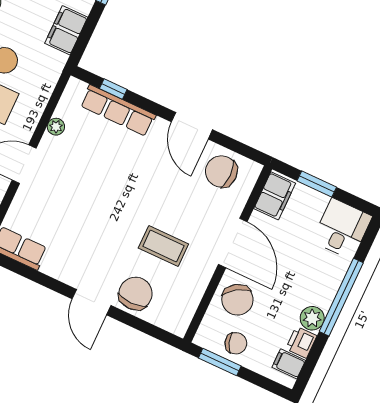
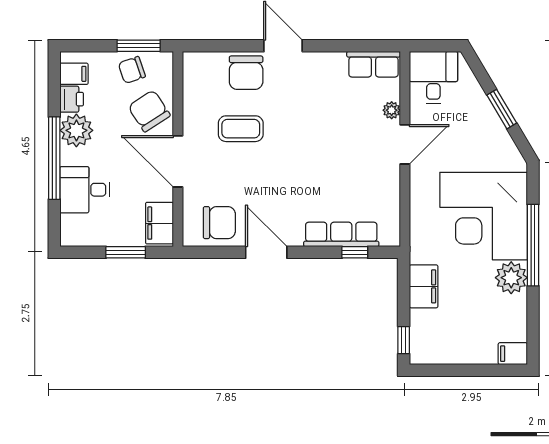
plant: (56, 127) -> (392, 110), moved
desk: (342, 229) -> (85, 190), moved, turned 90
plant: (312, 318) -> (76, 130), width x1.36, depth x1.36

